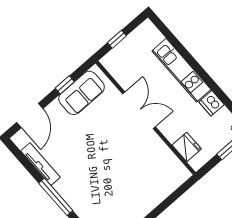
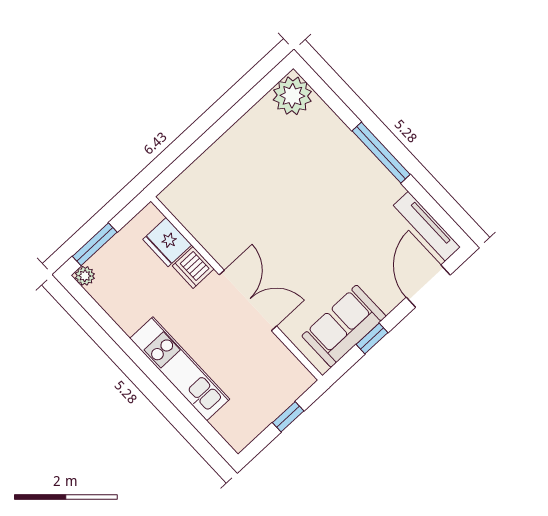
dishwasher: (212, 103) -> (193, 267), moved, turned 180
double door: (139, 110) -> (248, 300), swing flipped
tv unit: (40, 164) -> (427, 226), moved

